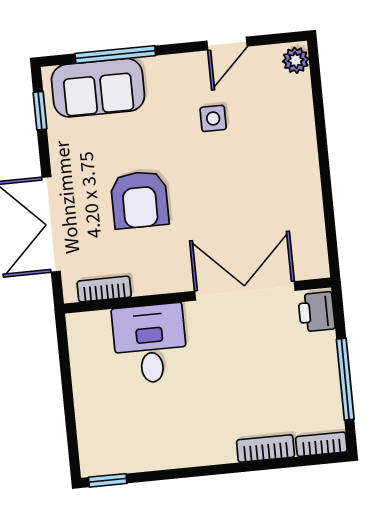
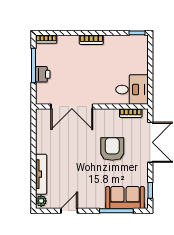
side table: (213, 118) -> (78, 180), removed
tv unit: (302, 124) -> (41, 174), added
printer: (317, 312) -> (43, 74), moved
desk: (150, 344) -> (132, 90), moved, turned -90
bookcase: (266, 448) -> (91, 40), moved

